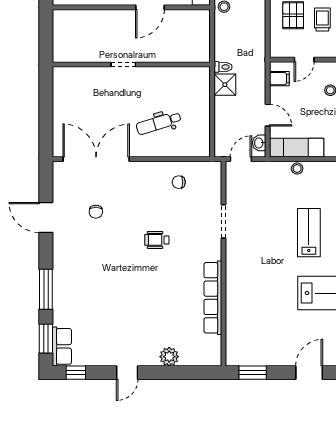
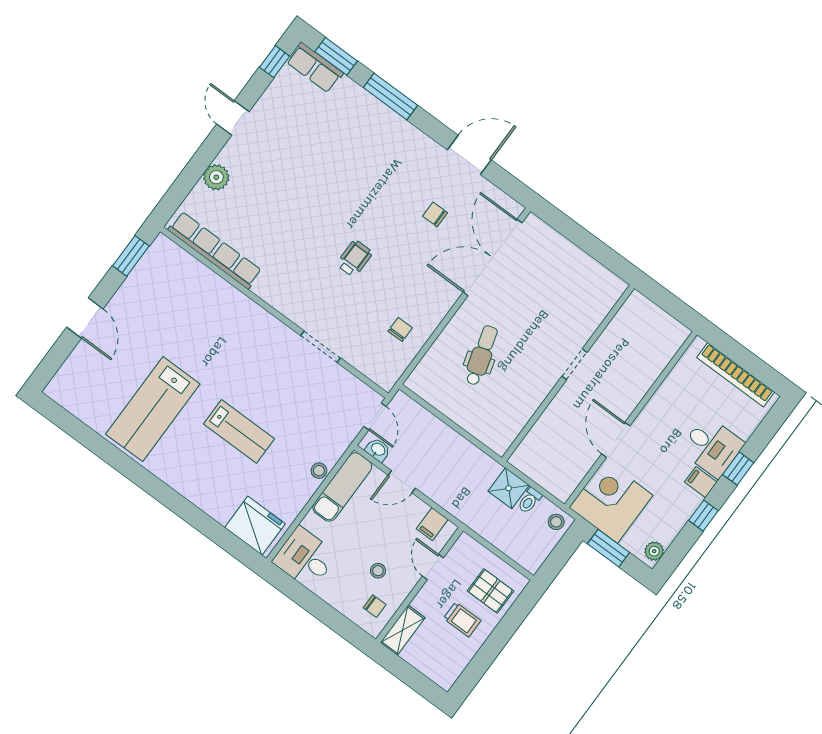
toilet: (223, 67) -> (530, 500), moved
shower: (225, 85) -> (509, 488), moved
double door: (96, 159) -> (493, 257), swing flipped
row of seats: (213, 298) -> (215, 250), moved

